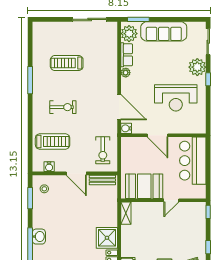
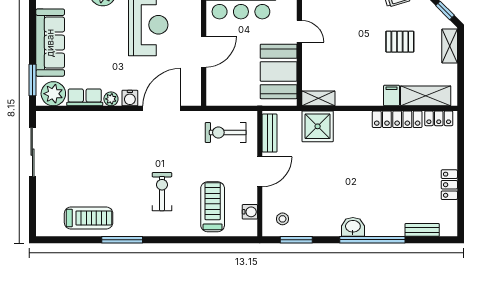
treadmill: (67, 63) -> (89, 218), moved, turned -90
water cooler: (126, 128) -> (130, 98), moved
exercise bike: (103, 150) -> (226, 132), turned 180
shower: (107, 238) -> (318, 126), moved

